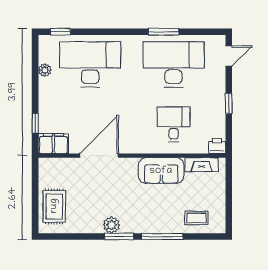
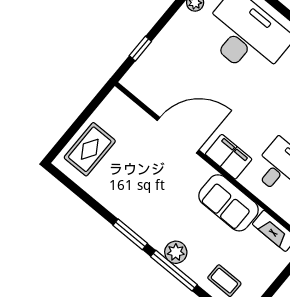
filing cabinet: (53, 144) -> (229, 157), moved
plant: (112, 225) -> (176, 252), moved

